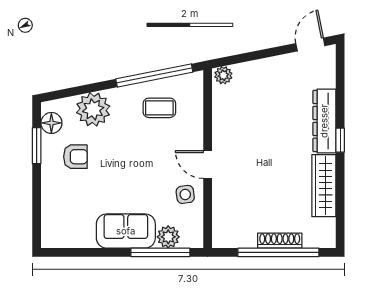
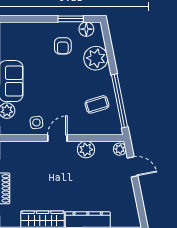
door: (310, 45) -> (133, 167), moved
coffee table: (159, 108) -> (97, 104), turned 73
plant: (224, 123) -> (86, 150), added

